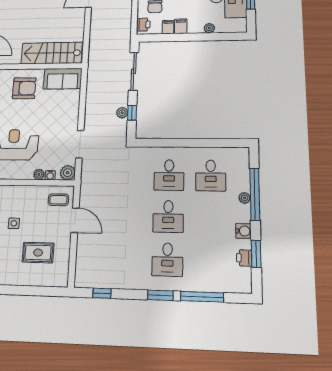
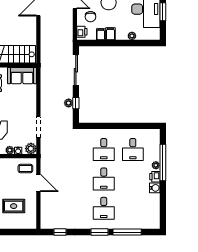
window: (256, 254) -> (163, 203), removed
printer: (244, 258) -> (155, 177), moved

